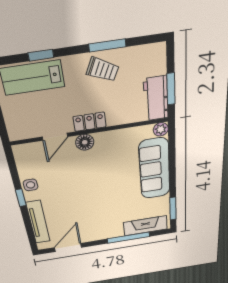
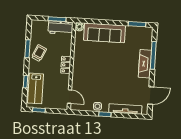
door: (55, 137) -> (70, 97), moved
floor lamp: (85, 142) -> (77, 70), removed
fireplace: (145, 226) -> (145, 64), moved
door: (68, 247) -> (151, 95), swing flipped

